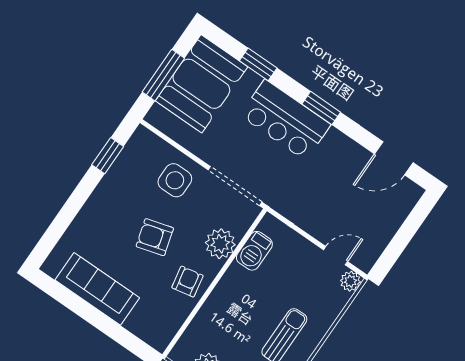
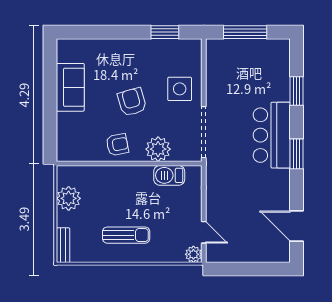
booth: (201, 84) -> (257, 62), removed
sofa: (97, 289) -> (70, 87), width x0.73

